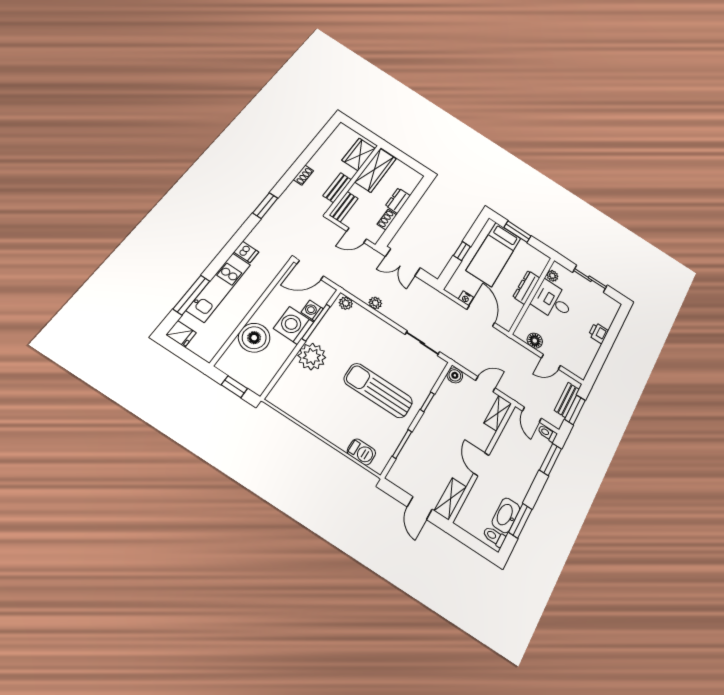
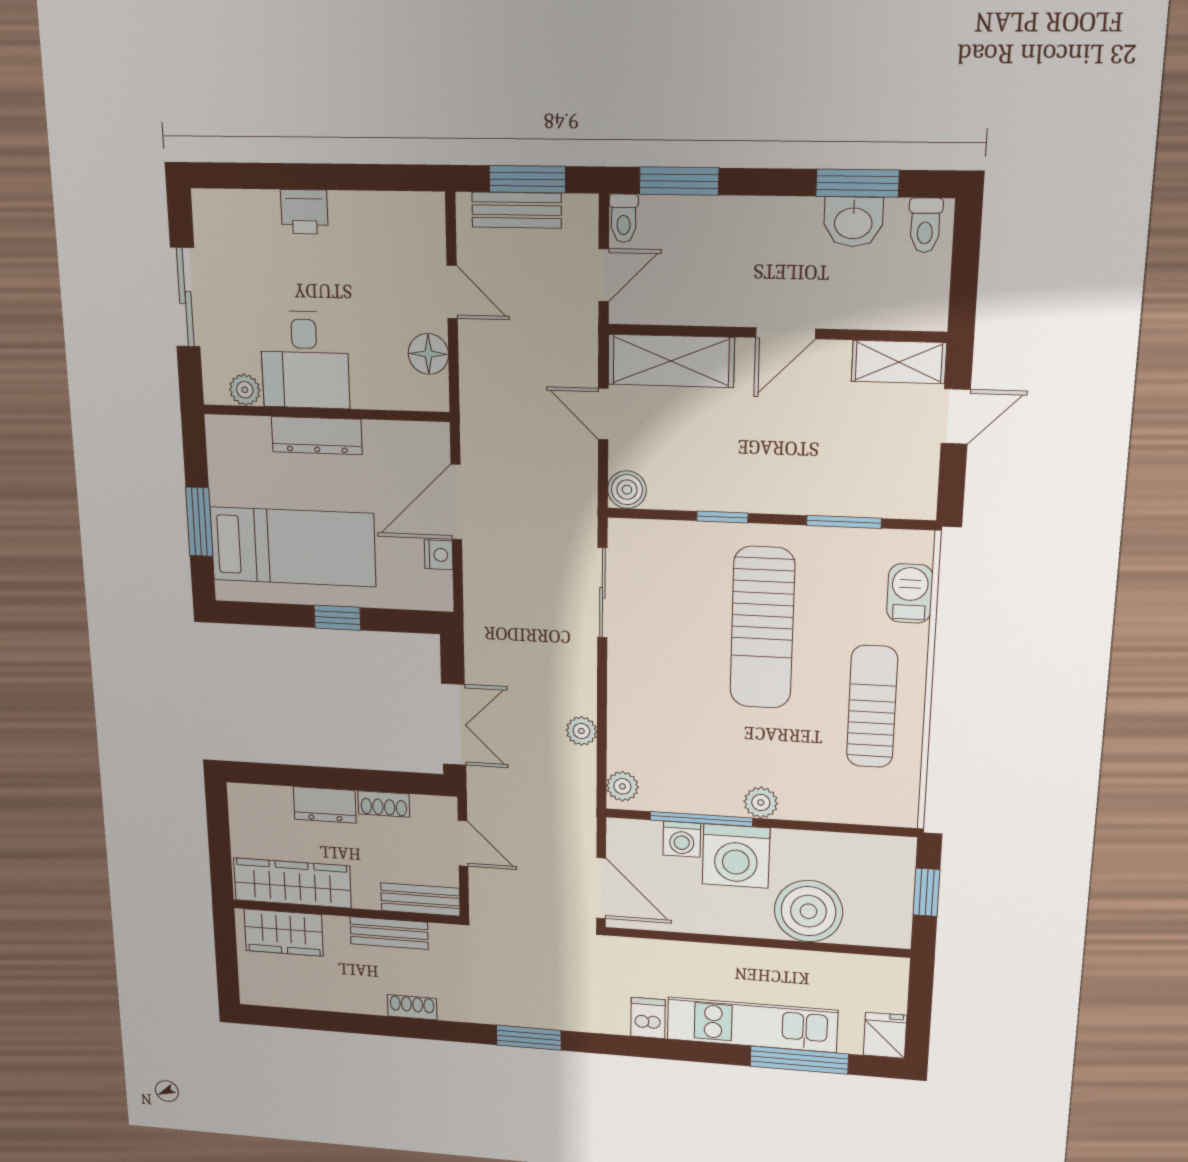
plant: (312, 357) -> (761, 803), width x0.53, depth x0.53
sun lounger: (324, 412) -> (872, 707), added
shelving: (498, 413) -> (671, 361), width x1.50, depth x1.33
washbasin: (506, 515) -> (853, 222), width x0.72

